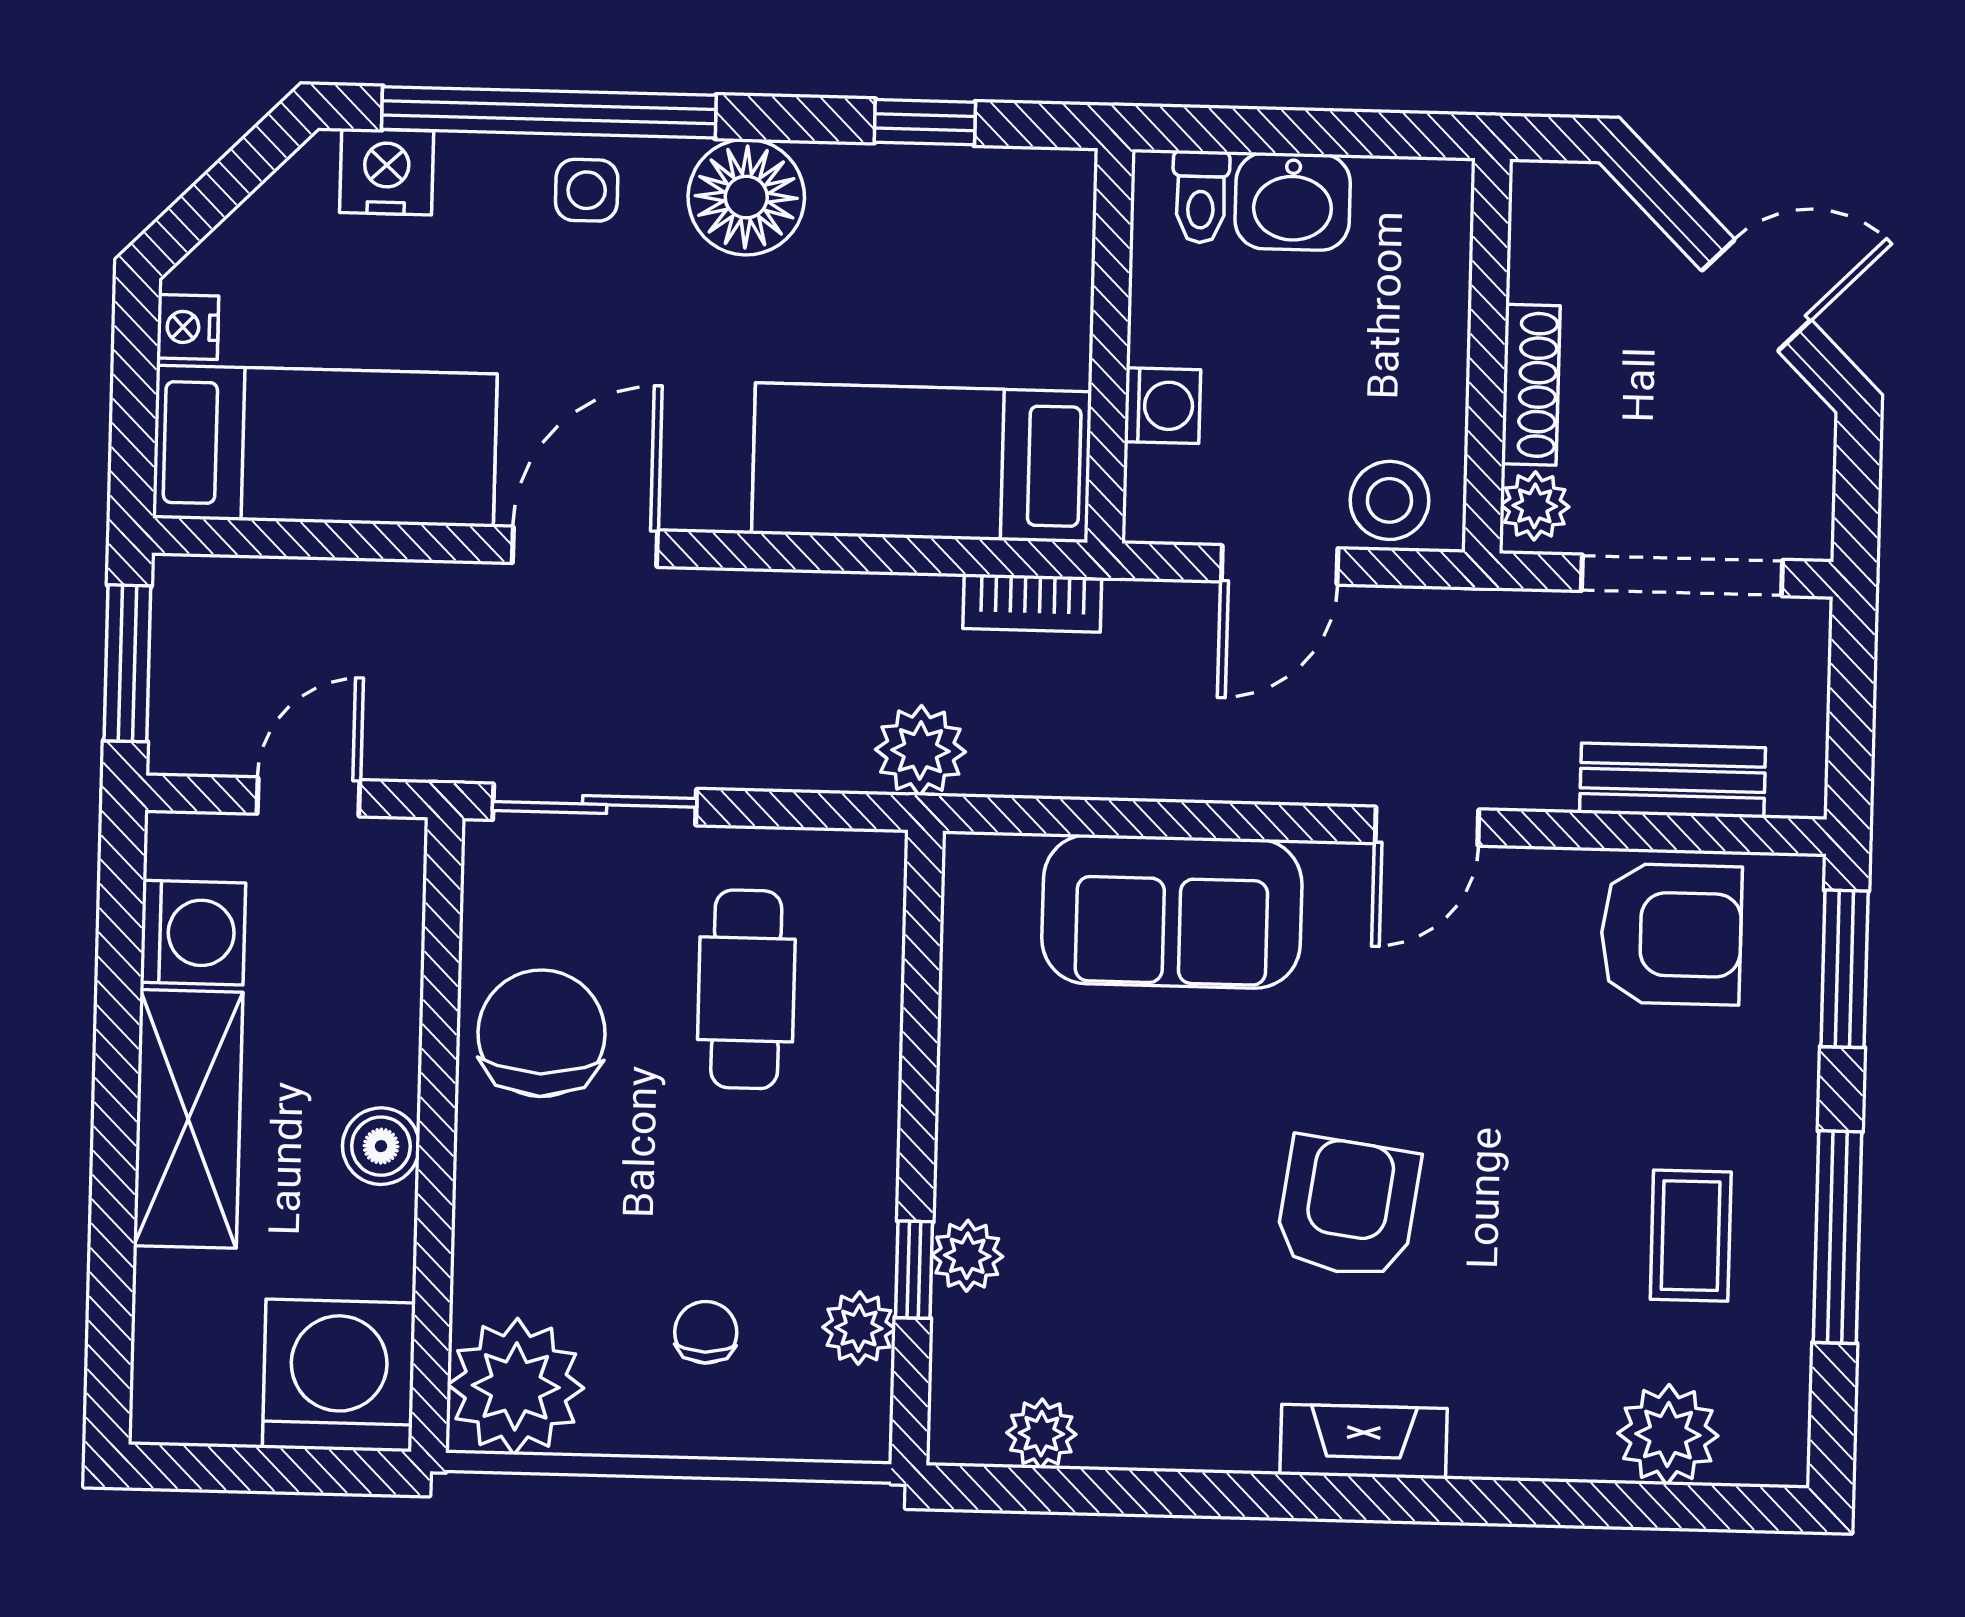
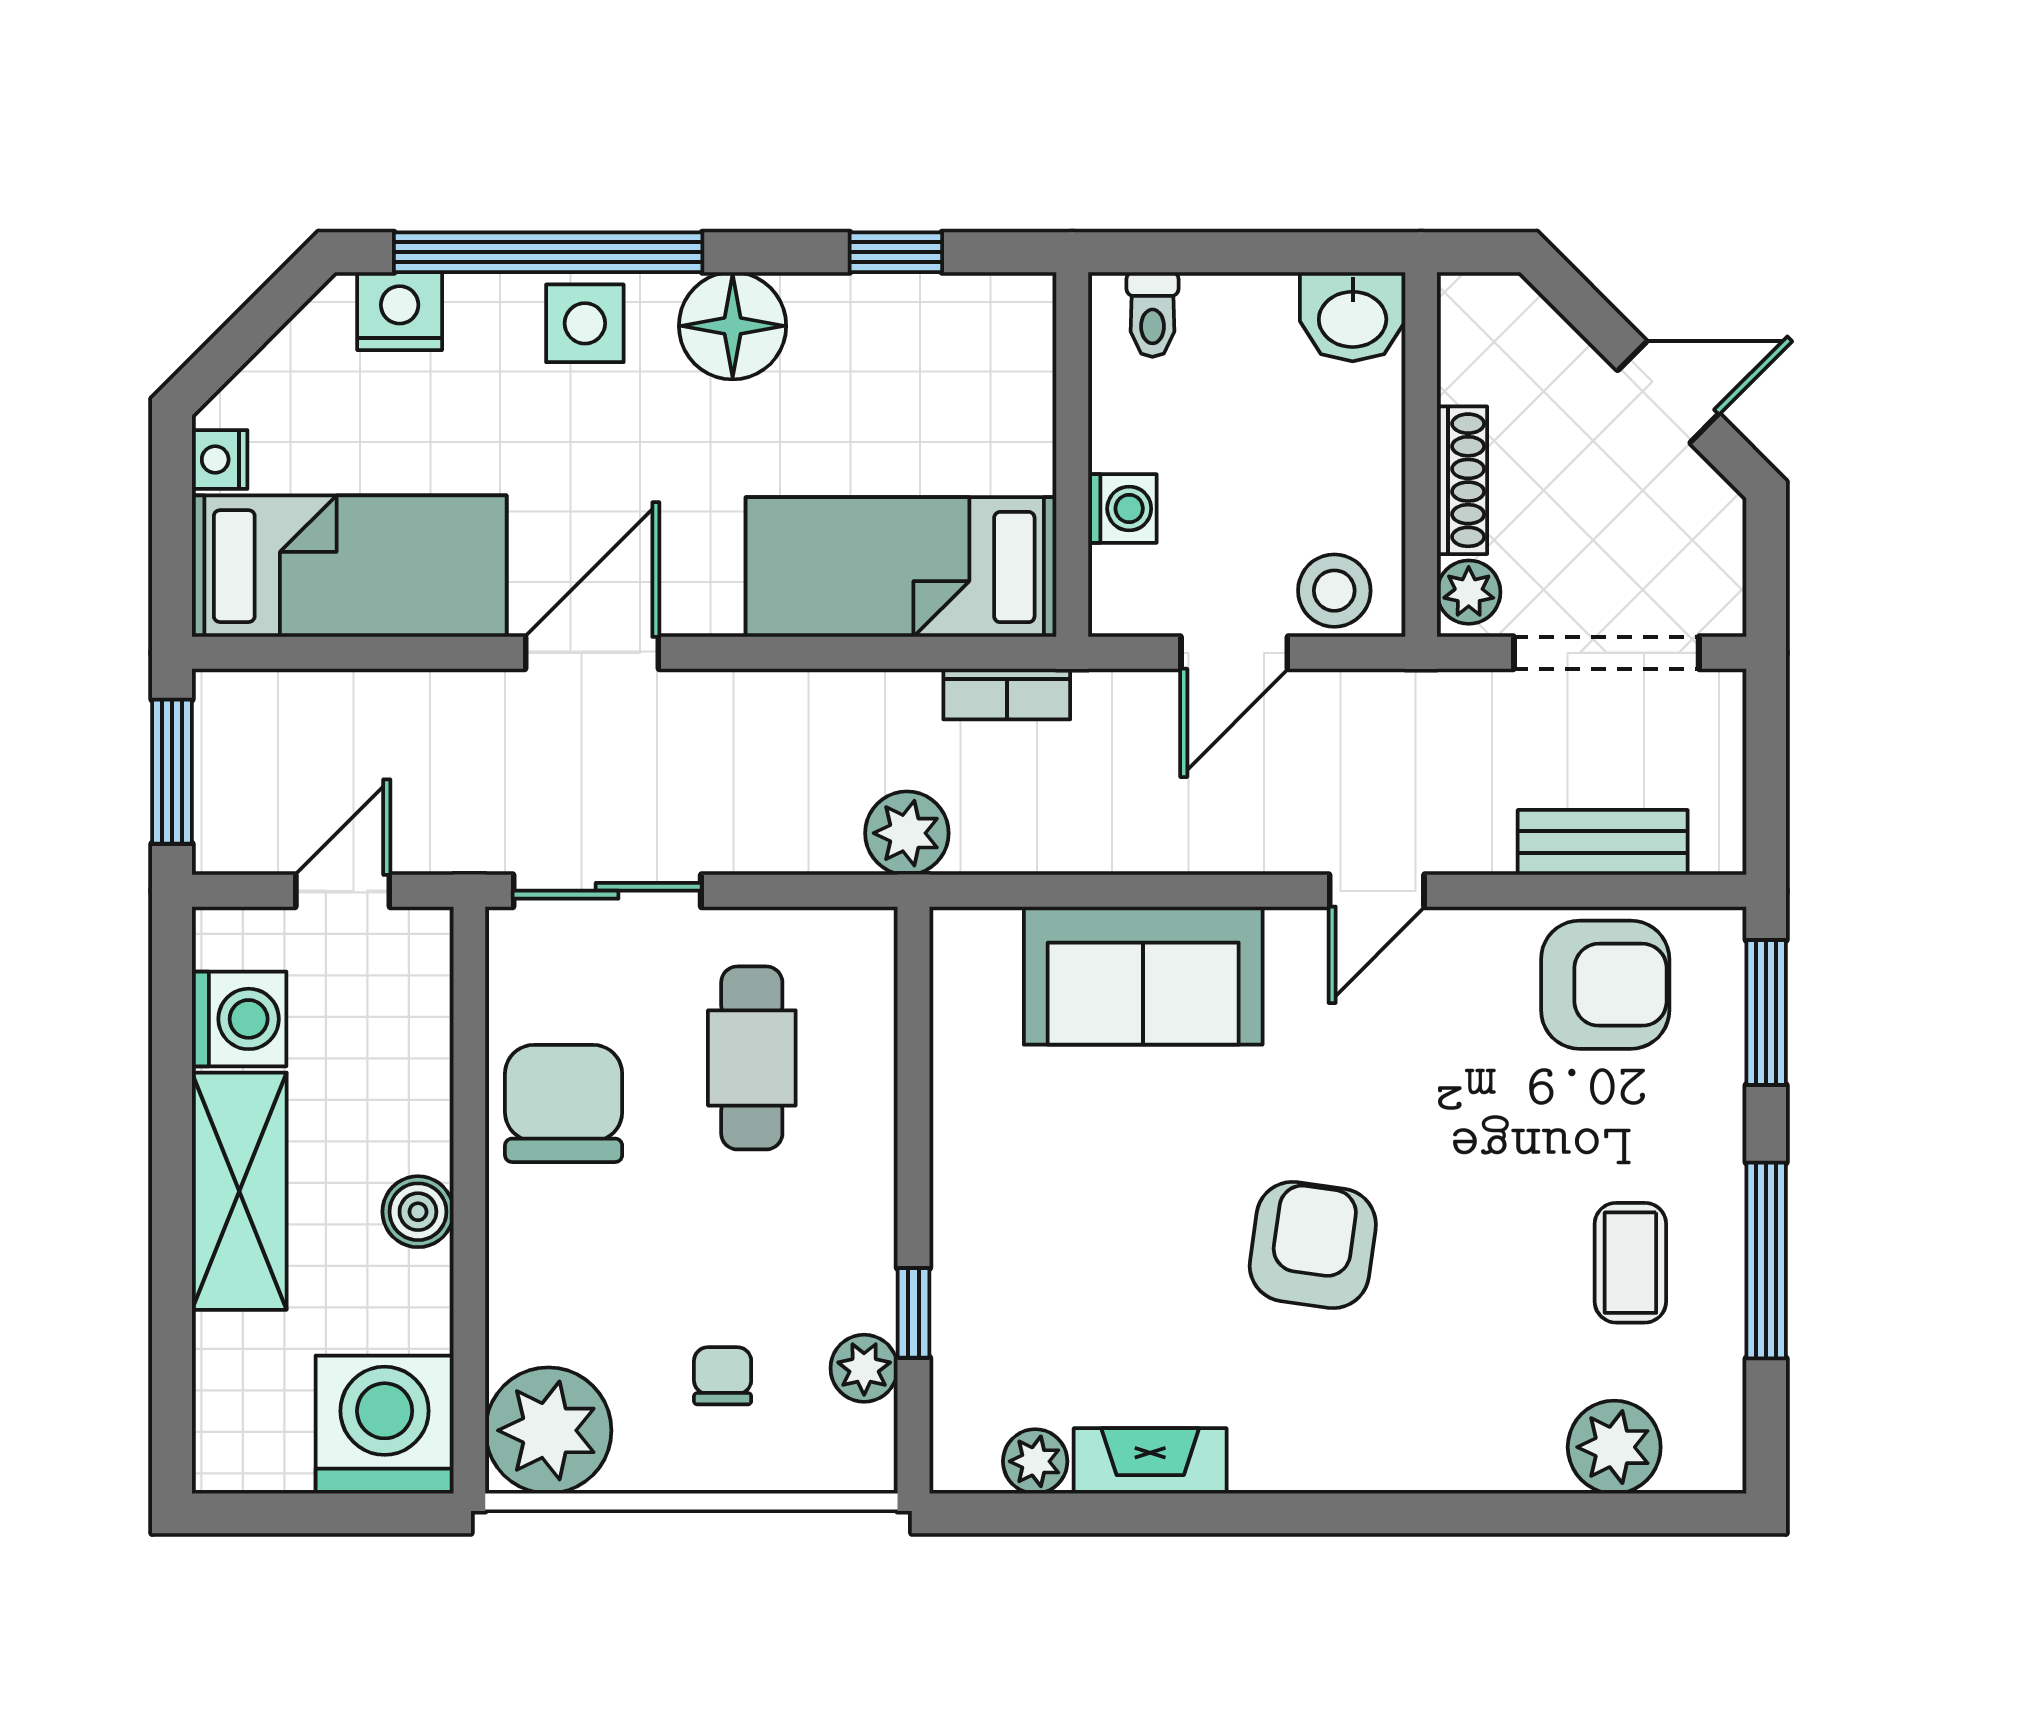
side table: (587, 190) -> (585, 323), width x1.37, depth x1.37
washbasin: (1293, 202) -> (1353, 317), moved
plant: (967, 1256) -> (962, 1299), removed
fireplace: (1364, 1442) -> (1150, 1461), moved

